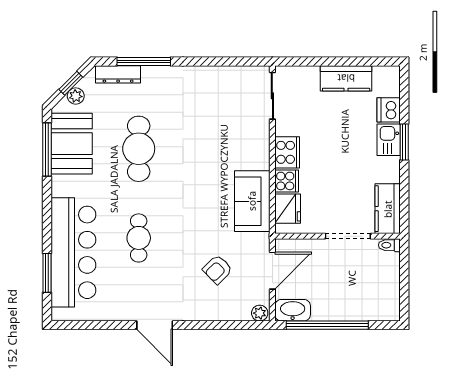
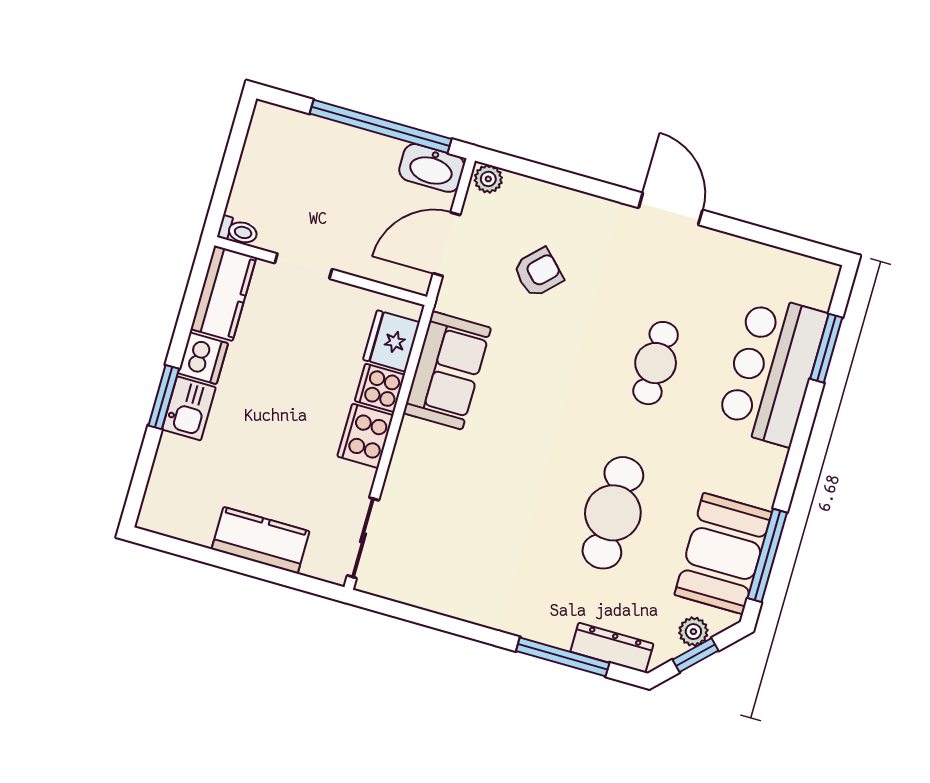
kitchen counter: (346, 78) -> (261, 540), moved
dishwasher: (389, 110) -> (203, 358), moved
doorway: (348, 236) -> (303, 266), width x0.73
bar counter: (73, 252) -> (772, 370), width x0.73

